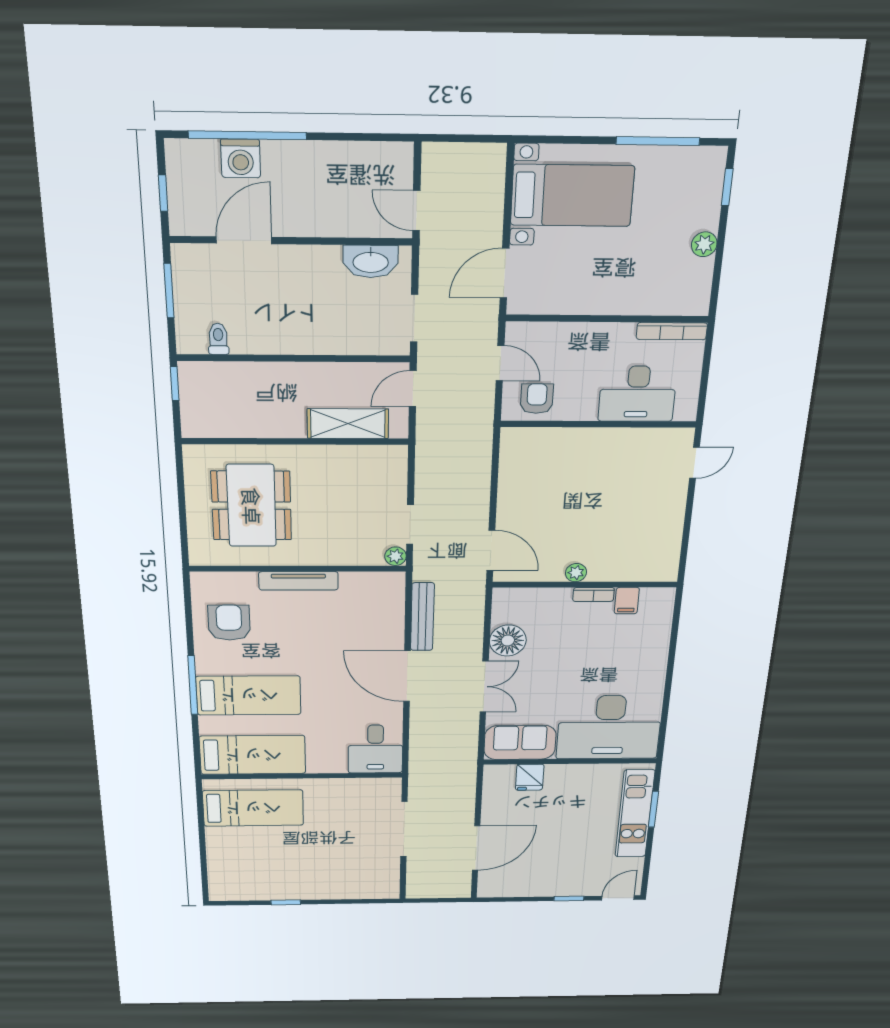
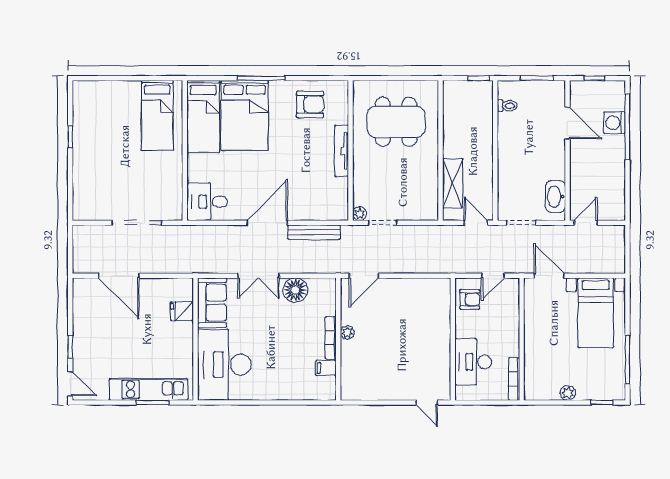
bookcase: (594, 594) -> (331, 338), width x1.56
bed: (249, 695) -> (245, 115), width x1.50

